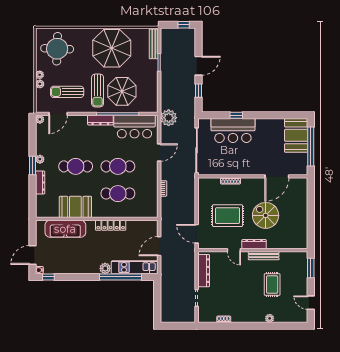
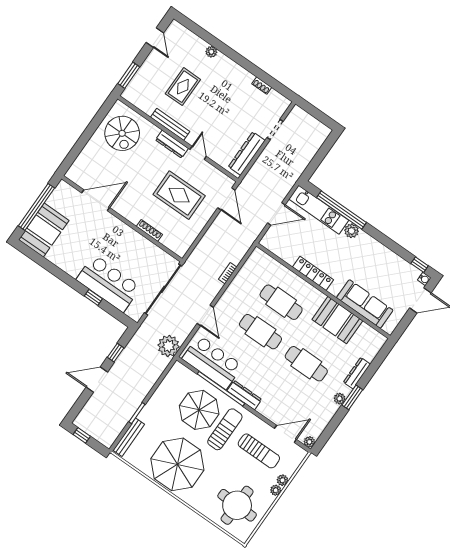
door: (159, 153) -> (205, 315), swing flipped
spiral stairs: (266, 215) -> (122, 133), moved

